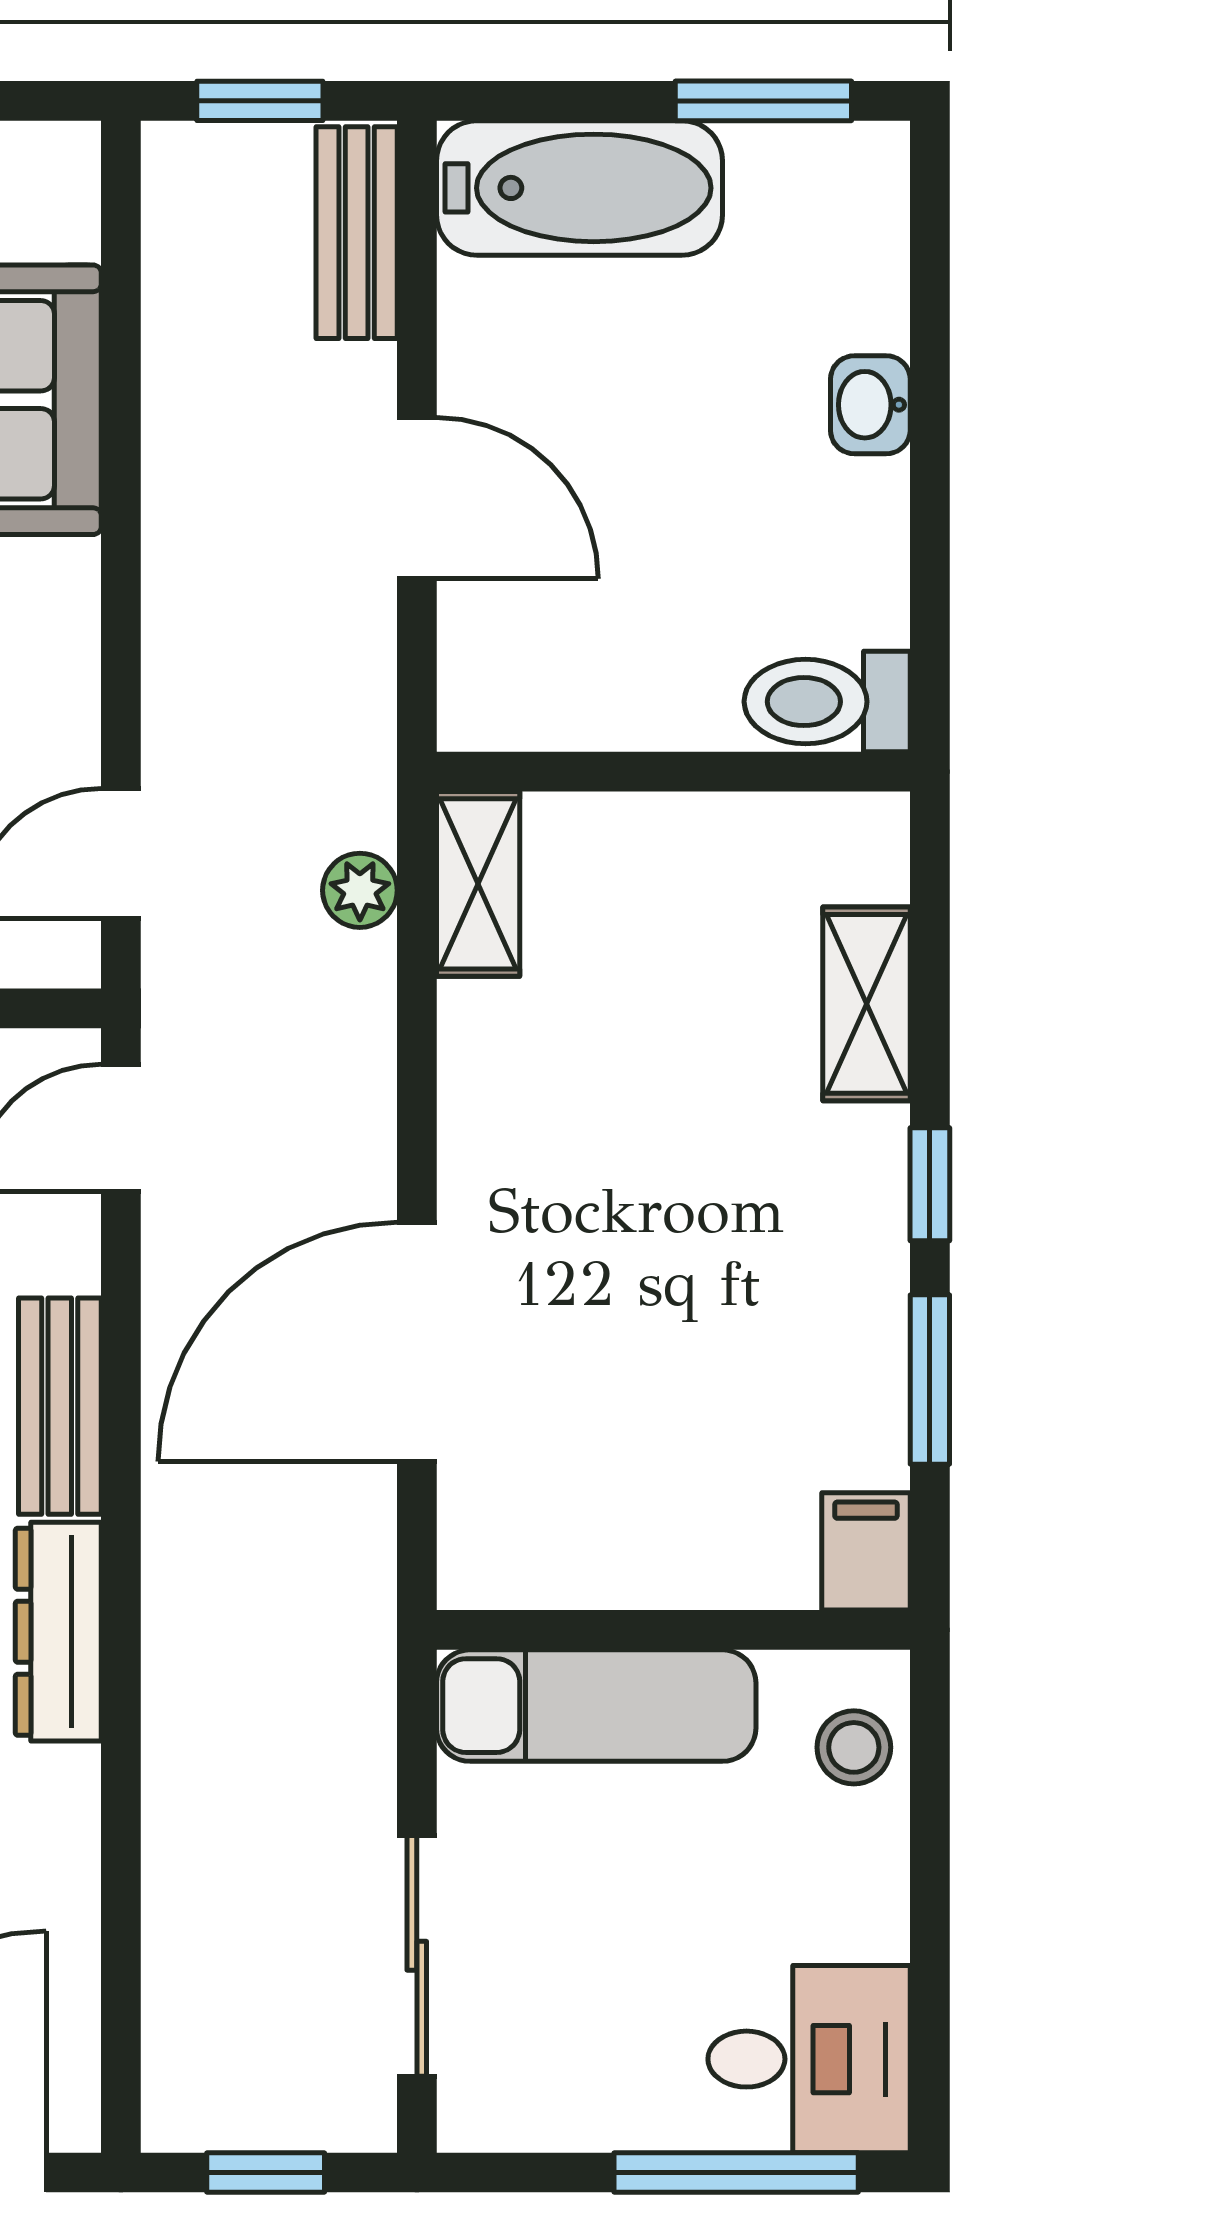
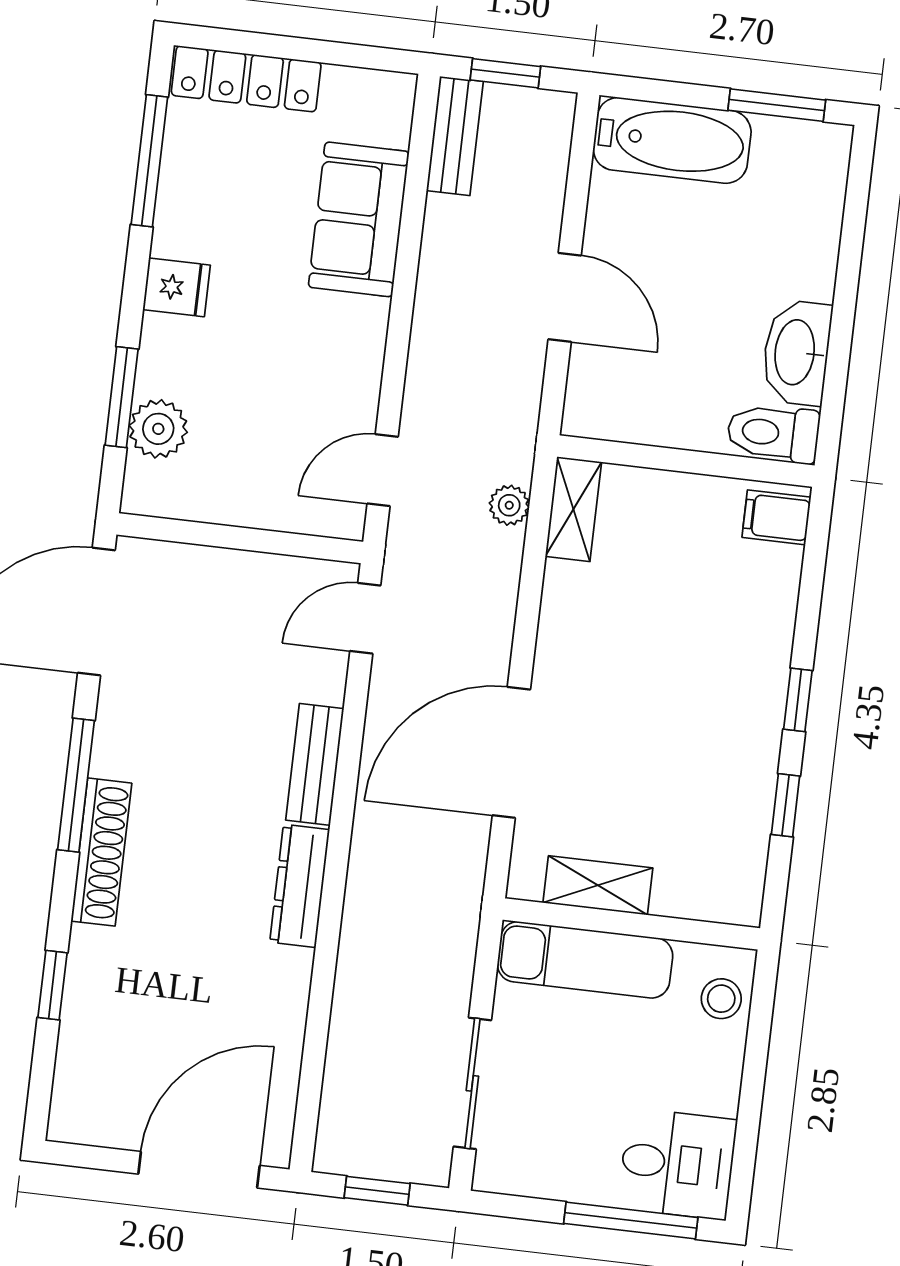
bench: (357, 233) -> (455, 136), moved
washbasin: (870, 405) -> (796, 352), moved, width x1.91, depth x1.45
shelving: (866, 1004) -> (598, 885), moved, turned 90
window: (930, 1380) -> (786, 805), width x0.67
filing cabinet: (866, 1551) -> (776, 517), moved, turned -90

